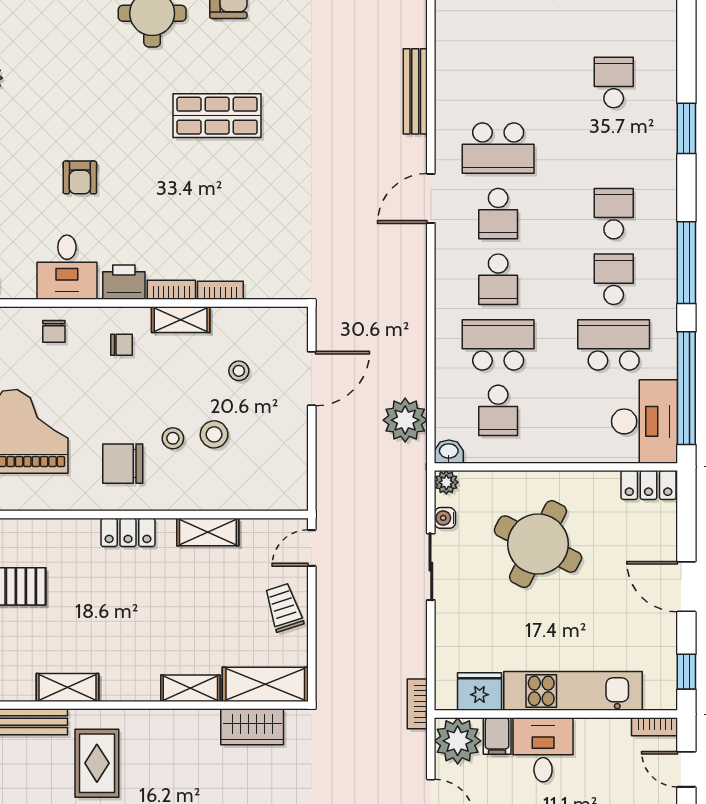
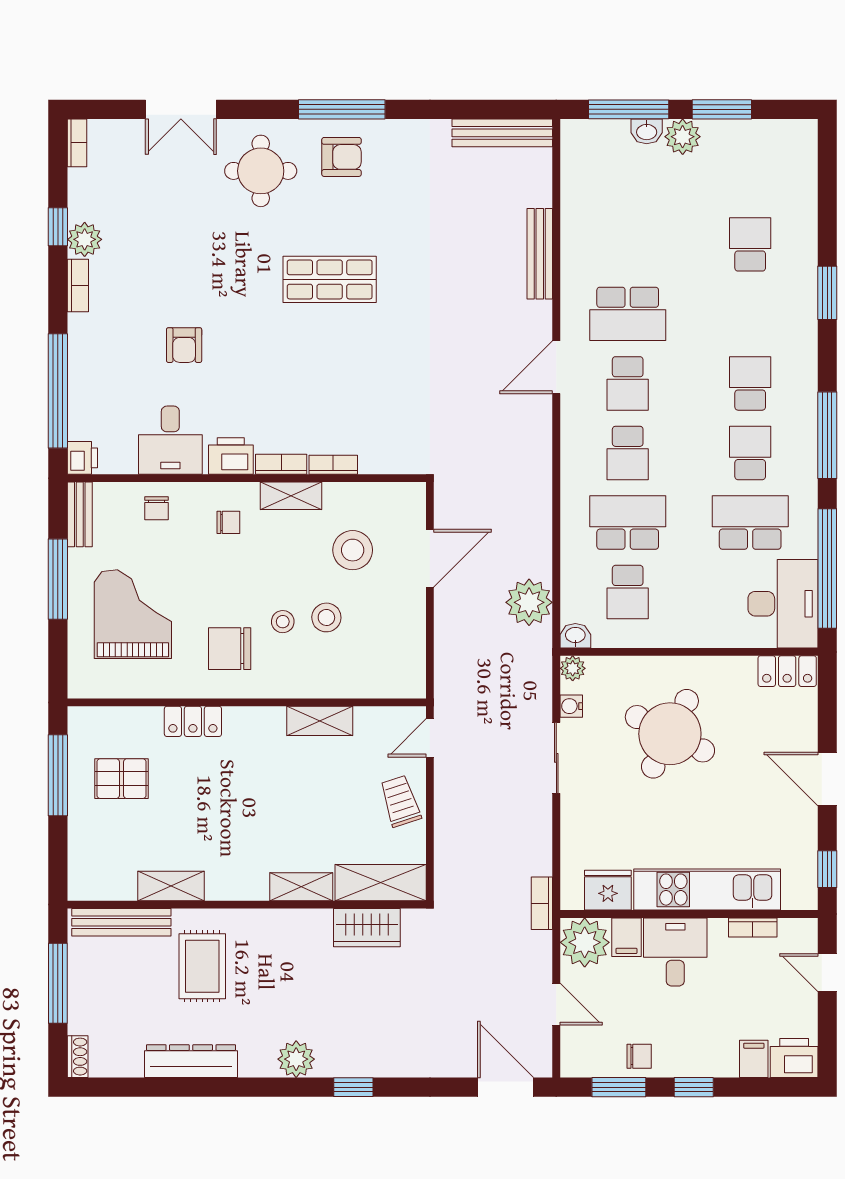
stool: (239, 371) -> (353, 550), width x1.89, depth x1.89
locker: (128, 532) -> (193, 721), moved
bookcase: (655, 727) -> (753, 927), moved

